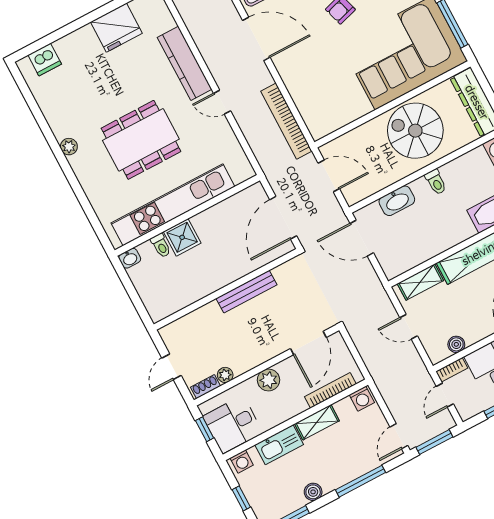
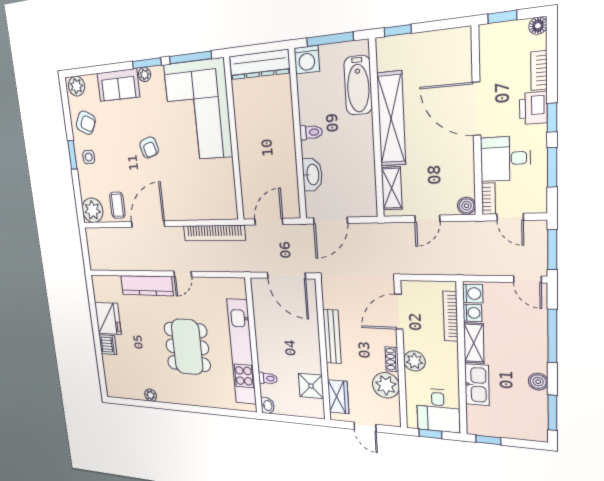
dishwasher: (45, 60) -> (108, 345), moved
spiral stairs: (415, 131) -> (262, 130), removed
plant: (69, 147) -> (151, 395), moved
shower: (182, 237) -> (311, 386), moved
wardrobe: (187, 326) -> (338, 397), added
door: (308, 343) -> (399, 312), swing flipped
boiler: (456, 344) -> (466, 206), moved
plant: (225, 375) -> (386, 385), width x1.88, depth x1.88
shoe rack: (205, 387) -> (392, 359), moved
washing machine: (242, 462) -> (472, 313), moved
window: (241, 498) -> (488, 440), moved

